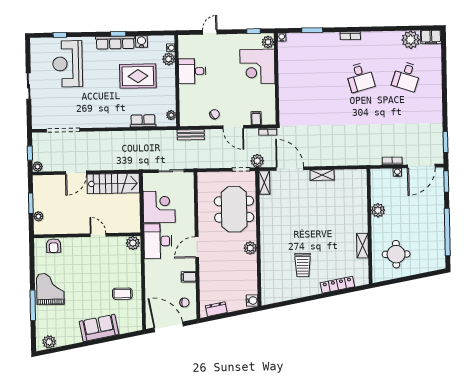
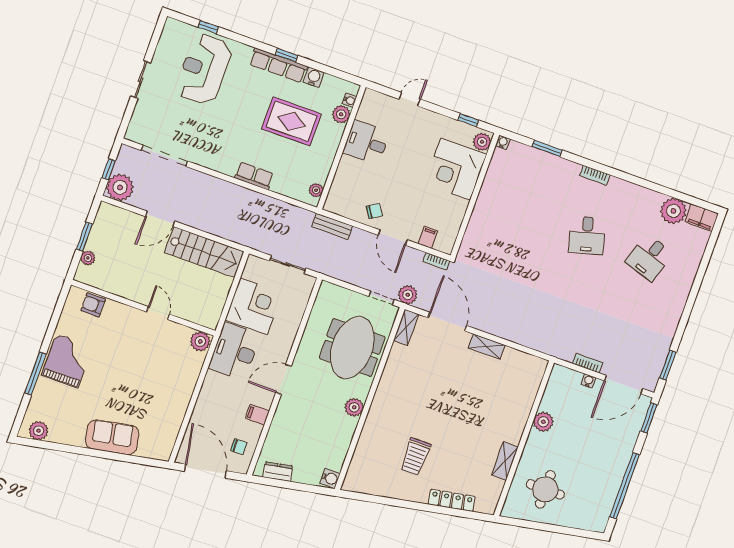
row of seats: (143, 121) -> (254, 176), moved
plant: (38, 167) -> (120, 187), width x1.88, depth x1.88
armchair: (54, 246) -> (93, 305), turned 91
coffee table: (122, 294) -> (161, 403), removed

